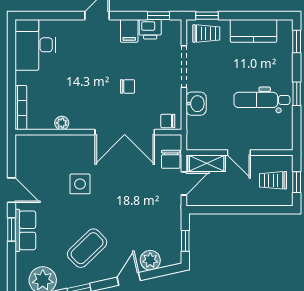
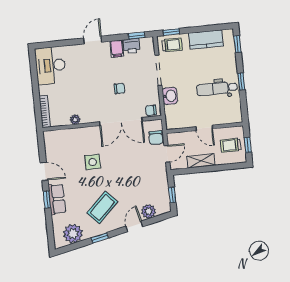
shelving: (207, 163) -> (201, 161), moved

